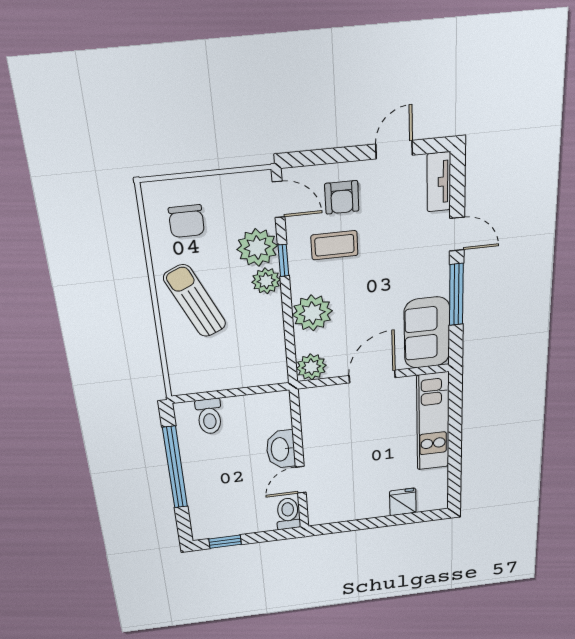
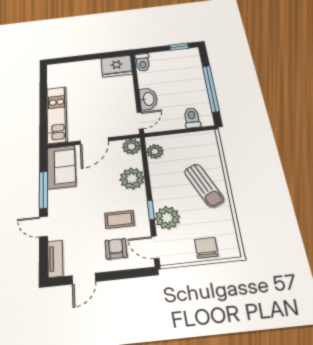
chair: (186, 221) -> (206, 248), moved
plant: (266, 281) -> (155, 151), moved
door: (301, 480) -> (140, 121), moved
fridge: (403, 502) -> (117, 66), moved, width x1.88, depth x1.34

